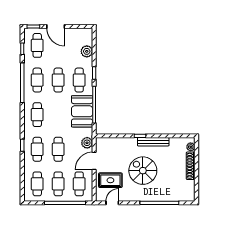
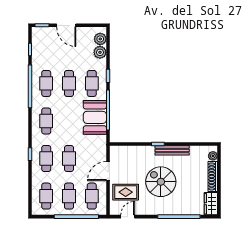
cafe table: (37, 45) -> (46, 46), removed
plant: (87, 143) -> (100, 39), moved
wardrobe: (189, 191) -> (211, 204), added

